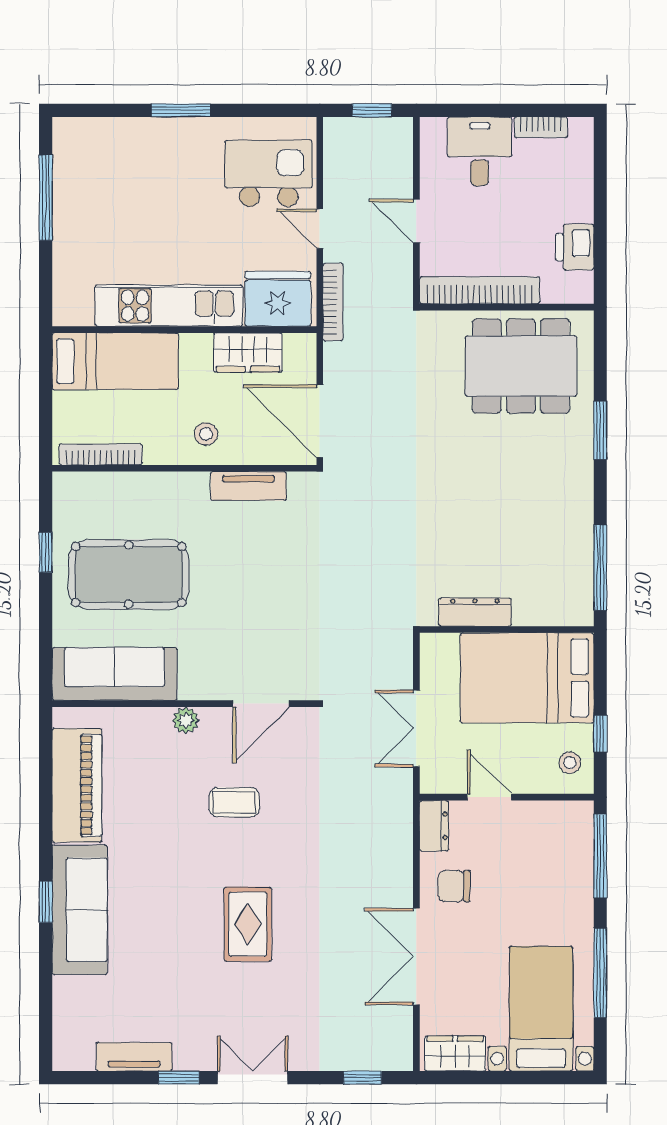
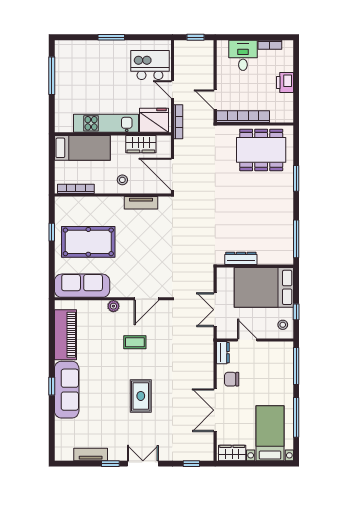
door: (416, 221) -> (215, 99), moved
printer: (575, 247) -> (285, 83), moved

